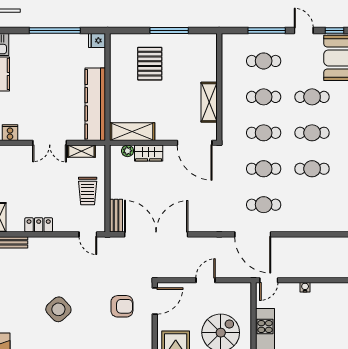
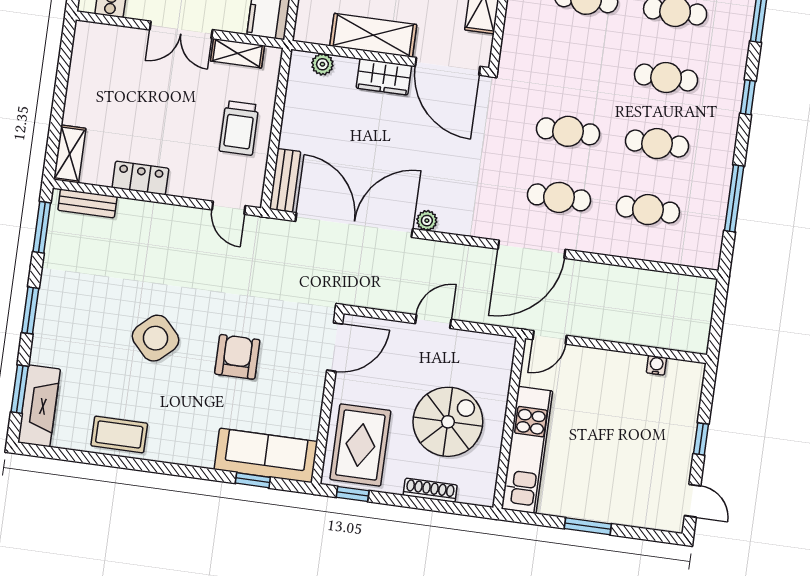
shelving: (132, 132) -> (373, 35), moved
cafe table: (264, 133) -> (648, 210), moved
wardrobe: (149, 153) -> (384, 77), moved
plant: (195, 227) -> (427, 221), added
door: (253, 234) -> (532, 249), hinge flipped
water cooler: (305, 287) -> (656, 365), moved
armchair: (122, 306) -> (237, 357), moved, turned -90

